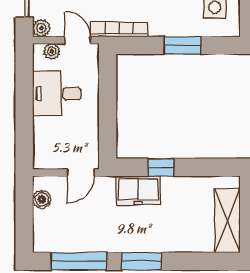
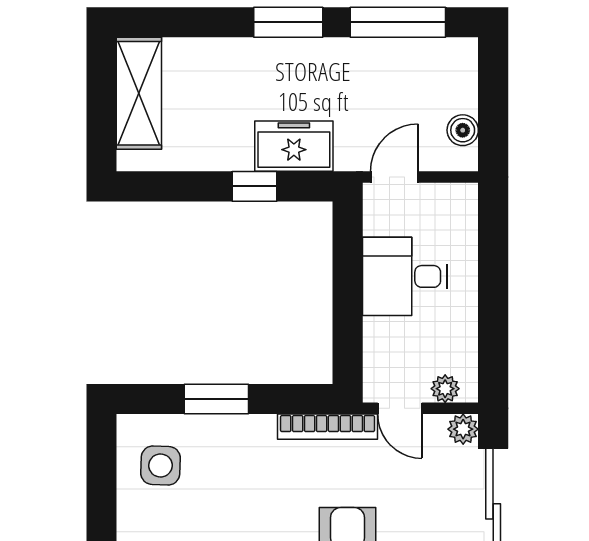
desk: (57, 94) -> (405, 276), moved, turned 180

